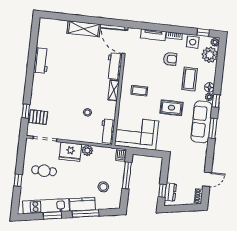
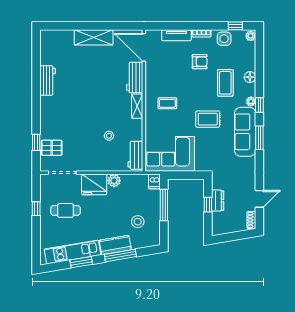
plant: (210, 55) -> (246, 52), removed
floor lamp: (209, 87) -> (250, 77), moved
window: (18, 180) -> (36, 209), moved
window: (162, 191) -> (208, 205), moved
dresser: (170, 192) -> (218, 201), moved

